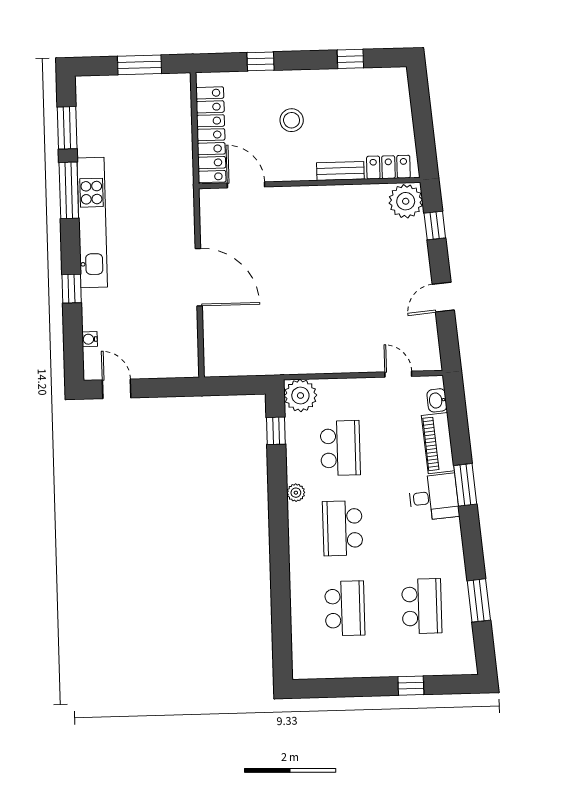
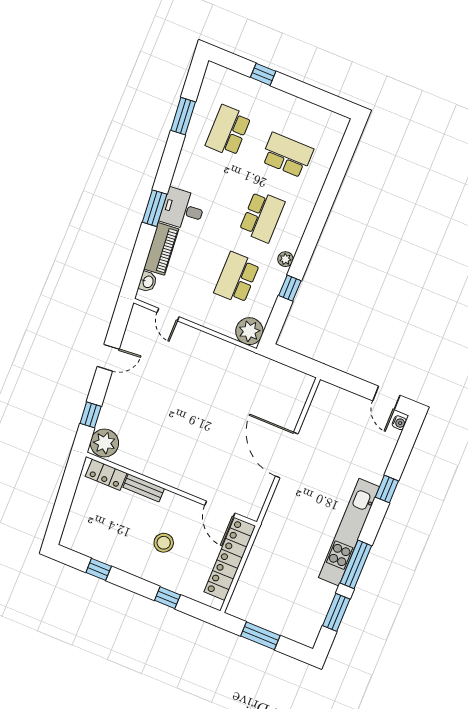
water cooler: (90, 339) -> (399, 423), moved
window: (276, 431) -> (290, 288), moved
school desk: (345, 608) -> (287, 155), turned 90

